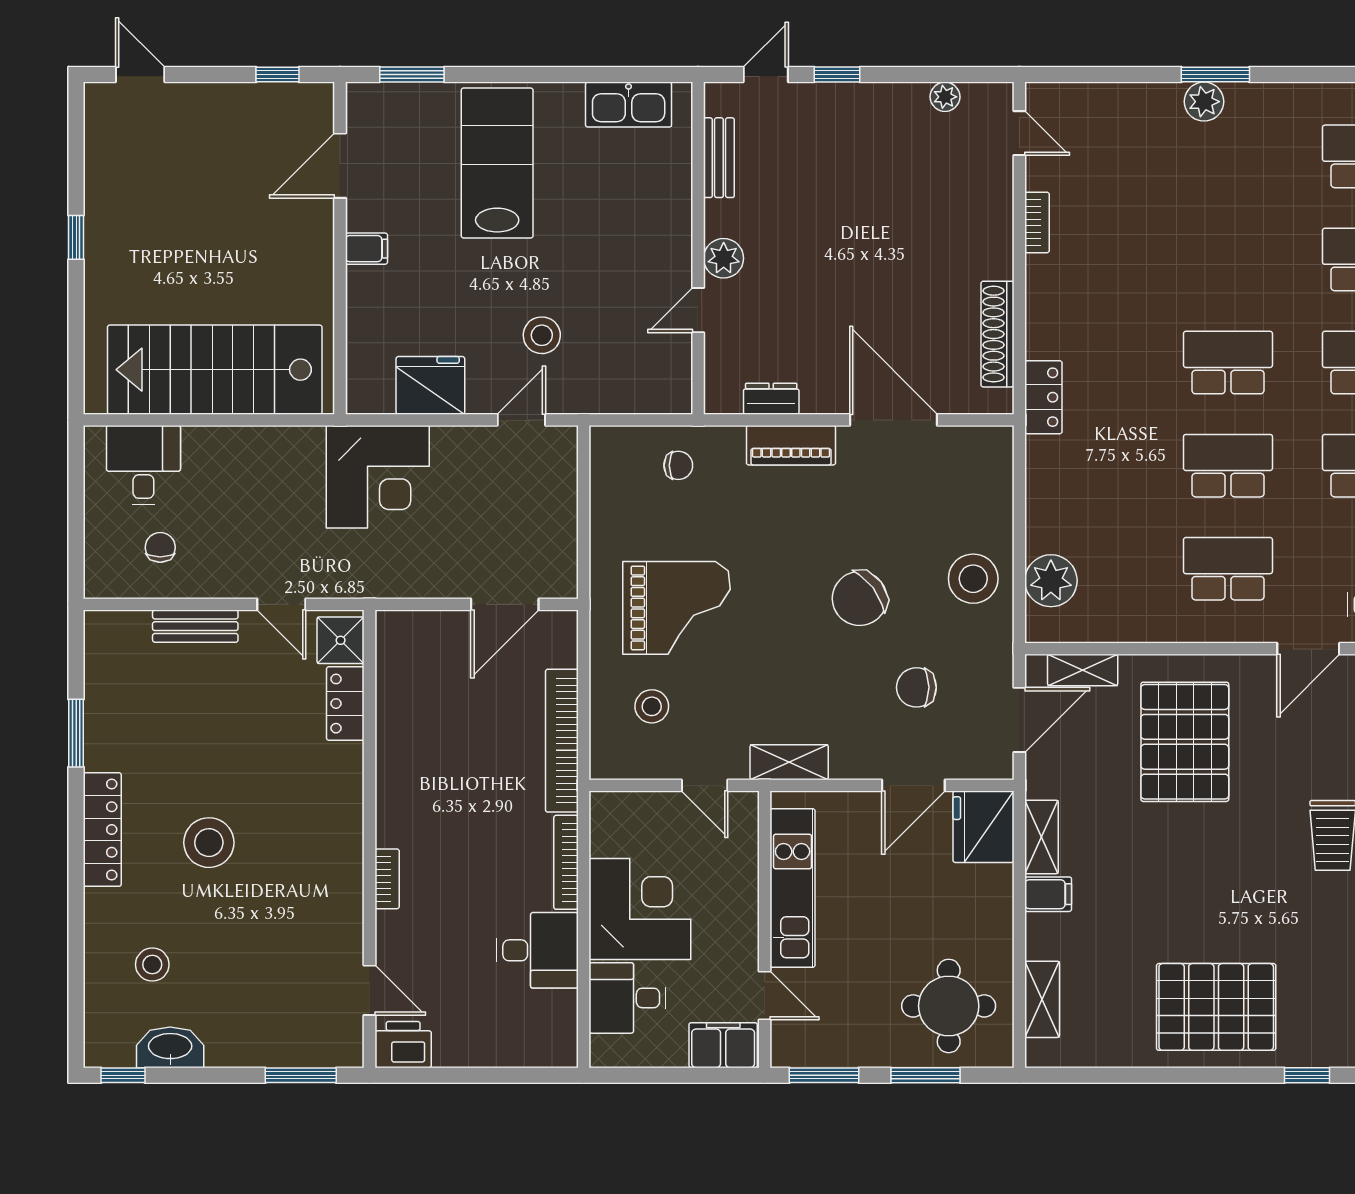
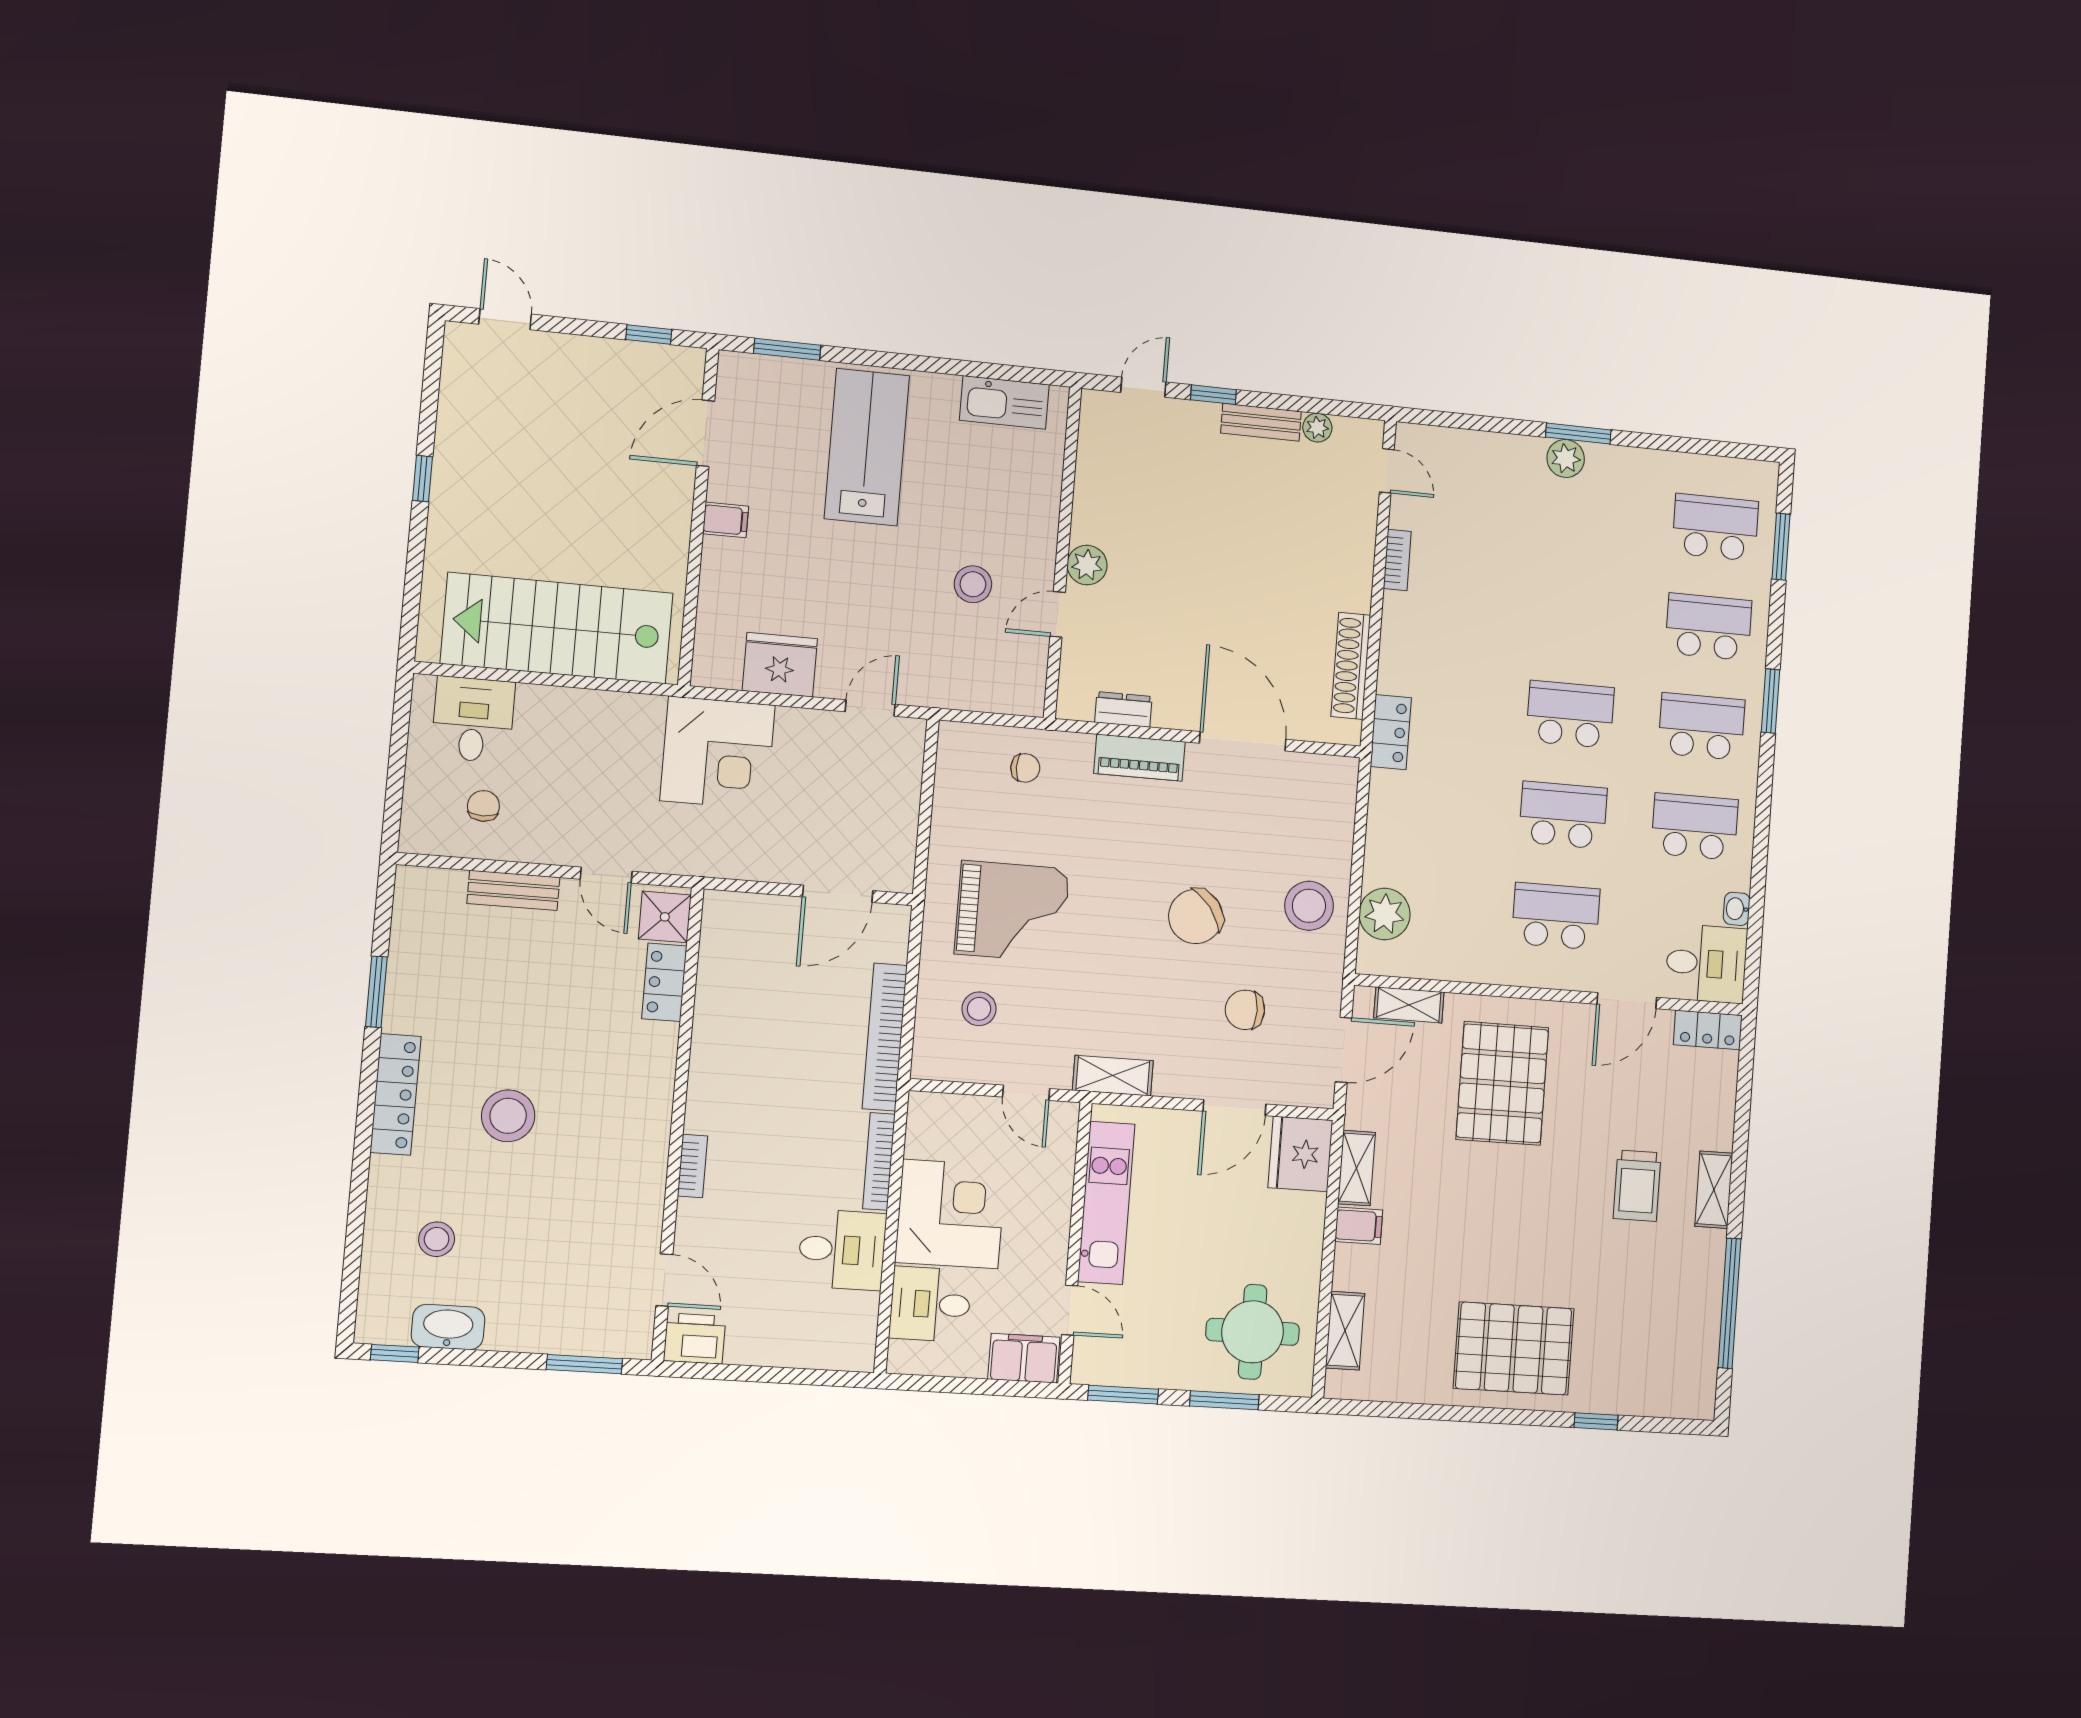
bench: (719, 158) -> (1261, 422), moved, turned 90
stool: (542, 335) -> (973, 584), moved

